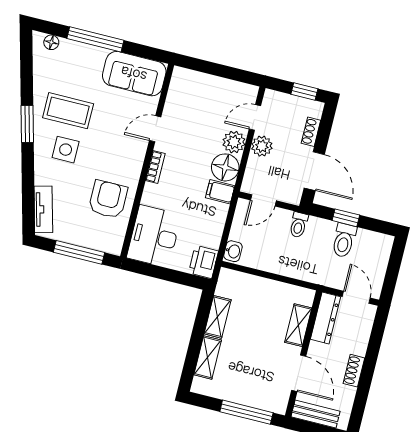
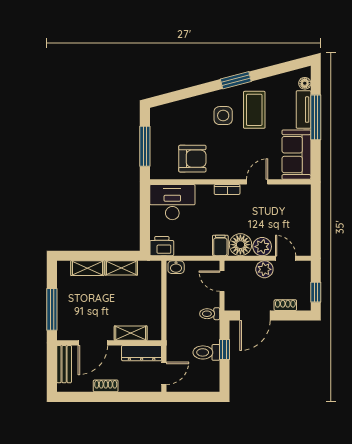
door: (155, 129) -> (257, 182), hinge flipped
tv unit: (43, 209) -> (304, 110), moved, turned 105

